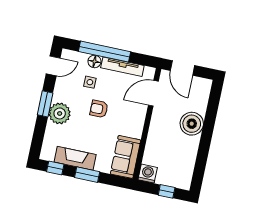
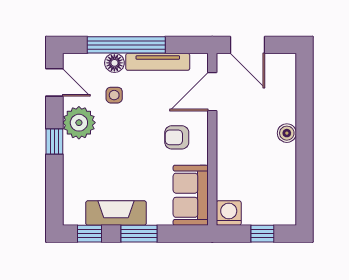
door: (53, 66) -> (54, 82), hinge flipped
window: (45, 104) -> (54, 141), width x0.67
armchair: (99, 109) -> (177, 137), moved
plant: (60, 113) -> (79, 123), moved
boiler: (192, 124) -> (287, 133), width x0.54, depth x0.54

